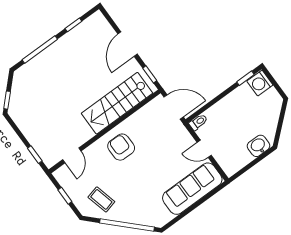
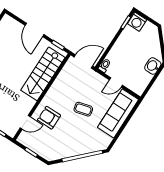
armchair: (121, 147) -> (49, 118), moved
door: (72, 155) -> (25, 122), hinge flipped
coffee table: (101, 199) -> (83, 109), moved

